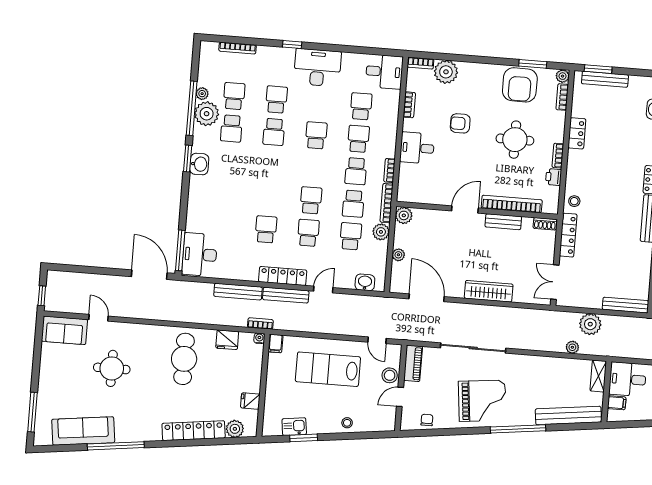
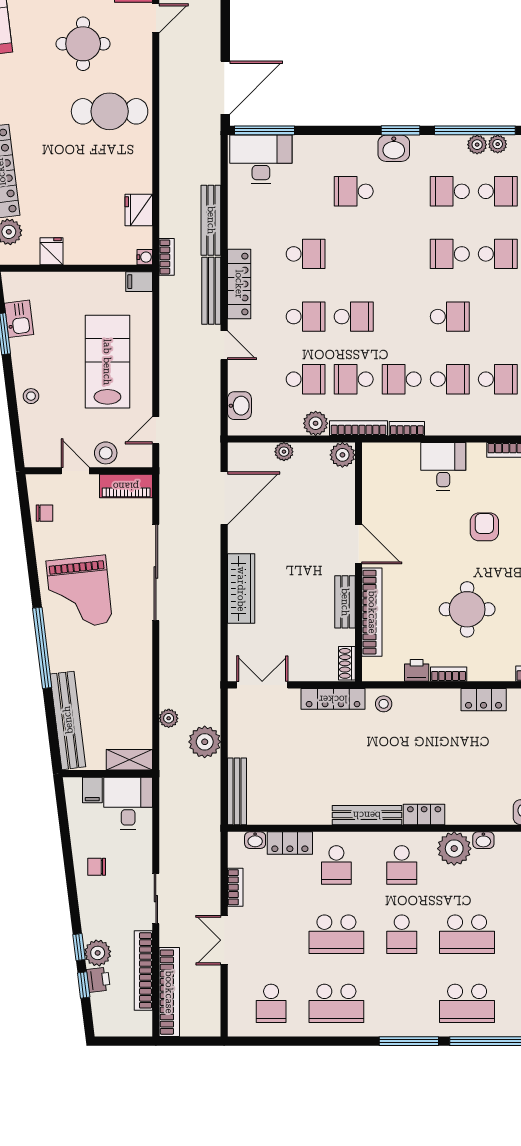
plant: (207, 114) -> (477, 145), width x0.53, depth x0.53
school desk: (226, 193) -> (354, 191), added
cafe table: (184, 359) -> (110, 111), moved

